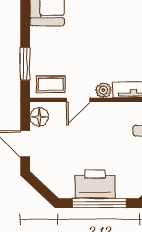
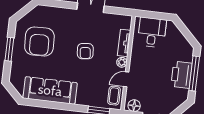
armchair: (114, 32) -> (85, 51), added
door: (78, 100) -> (126, 79), swing flipped

